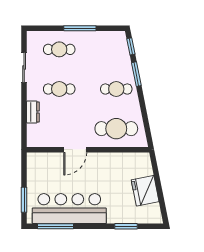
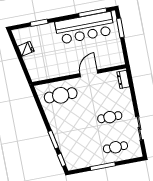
cafe table: (116, 89) -> (66, 125), removed
dresser: (33, 112) -> (123, 79), moved
fridge: (145, 191) -> (26, 49), width x0.53, depth x0.75

